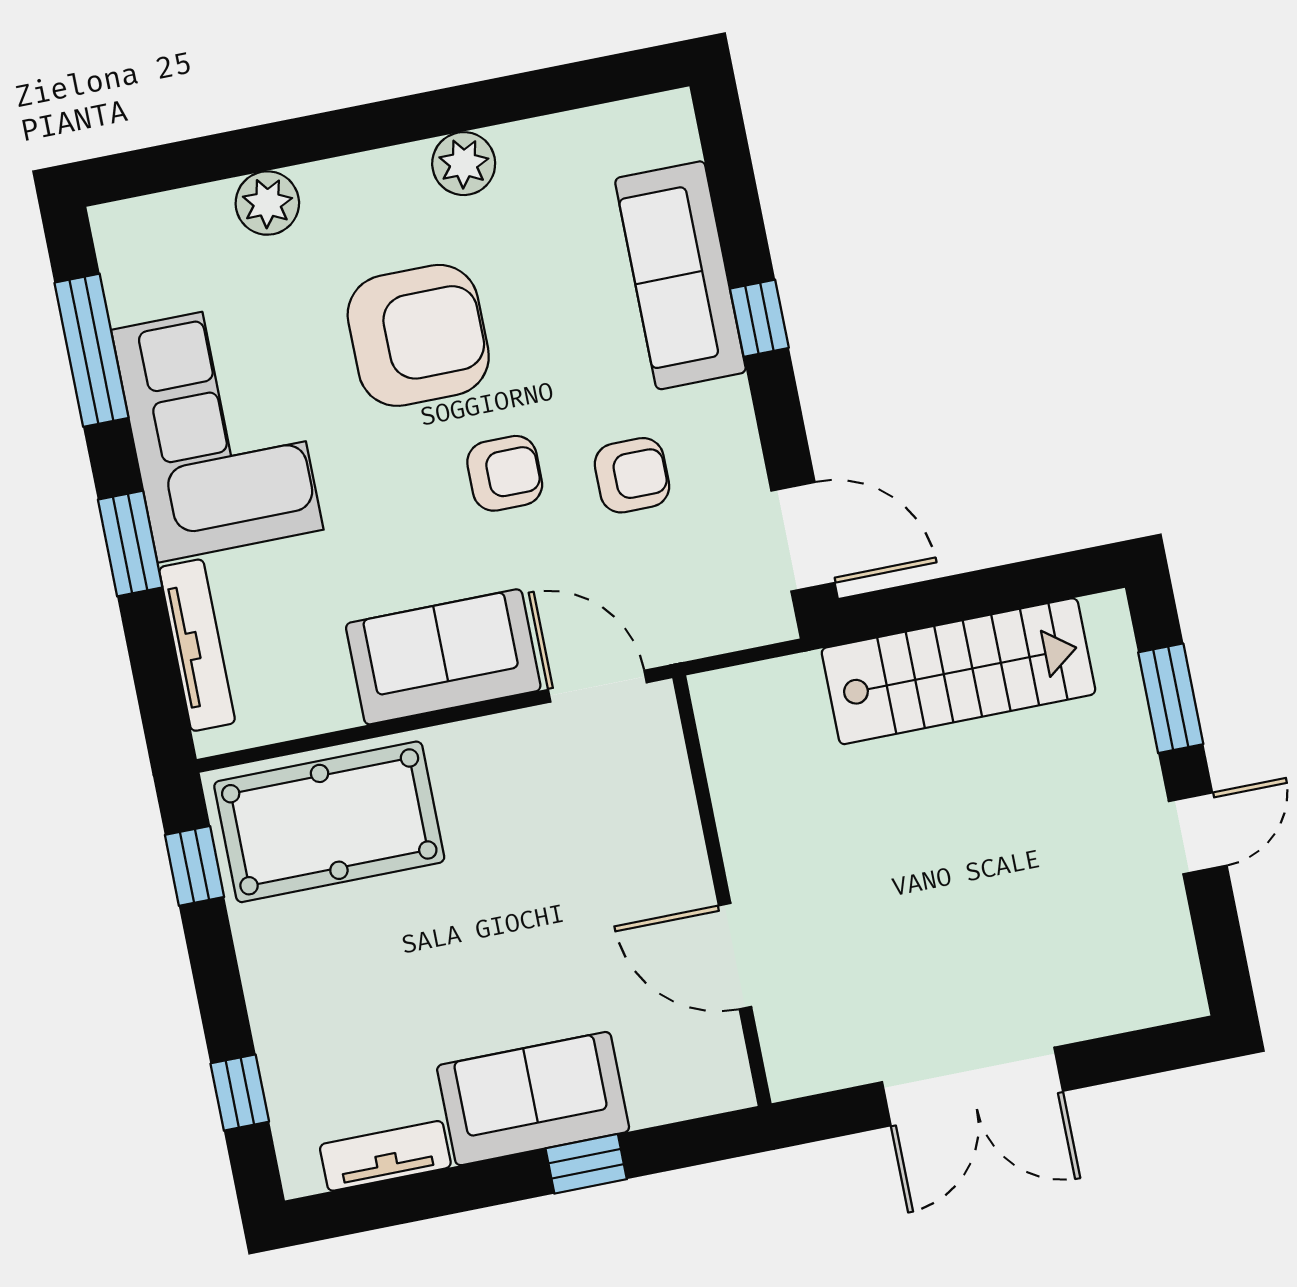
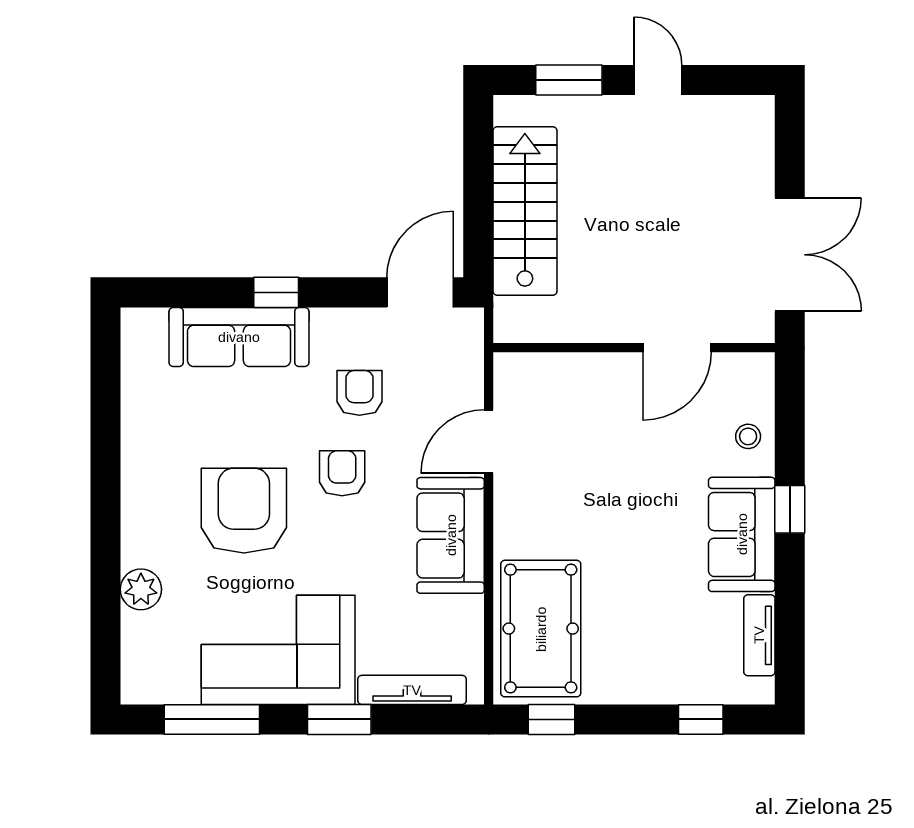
plant: (464, 164) -> (141, 460), removed
wall: (722, 891) -> (634, 348), moved
door: (735, 956) -> (677, 348), moved
stool: (684, 1078) -> (748, 436), added

